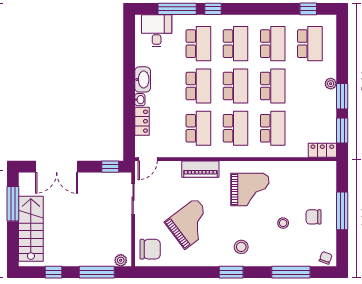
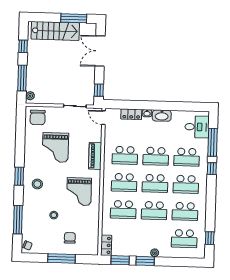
chair: (314, 217) -> (70, 238), moved
grand piano: (191, 224) -> (55, 148), turned 37

